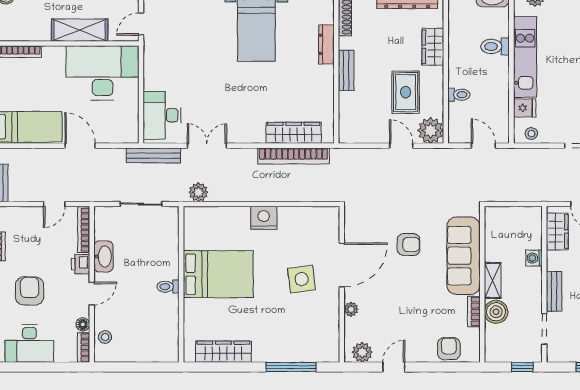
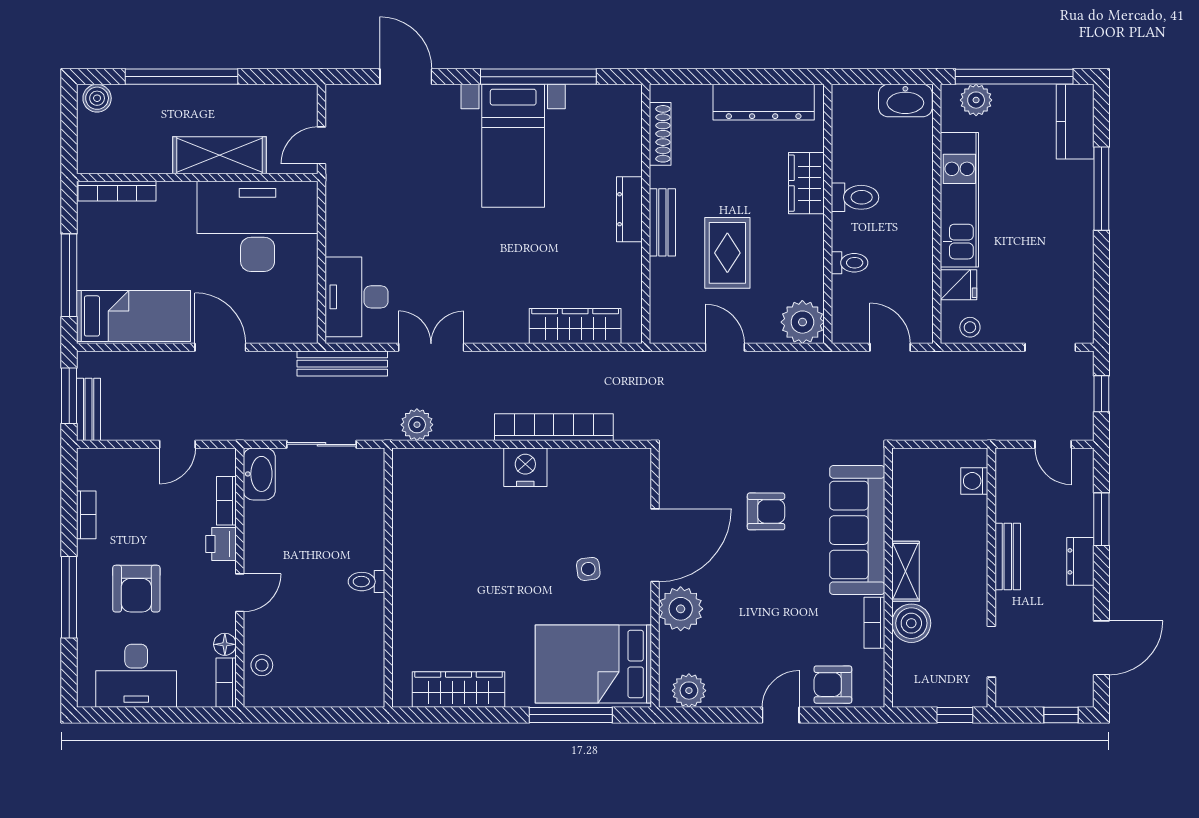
dresser: (326, 44) -> (629, 209), moved
toilet: (495, 46) -> (855, 197), moved, turned 180
rug: (406, 92) -> (727, 253), moved
door: (401, 146) -> (725, 347), moved
bookcase: (294, 156) -> (554, 427), moved, turned 180
bookcase: (84, 230) -> (226, 501), width x0.64
wardrobe: (557, 232) -> (1013, 490), removed
washbasin: (103, 256) -> (259, 474), moved
washing machine: (534, 258) -> (974, 481), moved
bed: (218, 274) -> (593, 664), moved, turned 180
side table: (302, 279) -> (588, 569), width x0.54, depth x0.54
armchair: (30, 291) -> (136, 589), turned 180
bench: (554, 291) -> (1008, 557), moved
plant: (351, 309) -> (681, 609), width x1.88, depth x1.88
armchair: (449, 349) -> (833, 685), turned -90
door: (394, 367) -> (781, 715), moved

